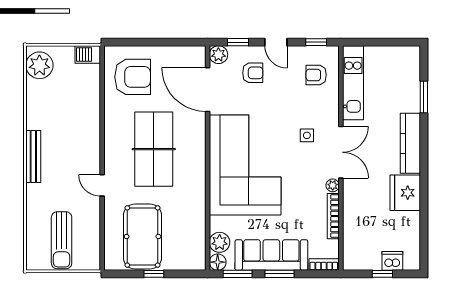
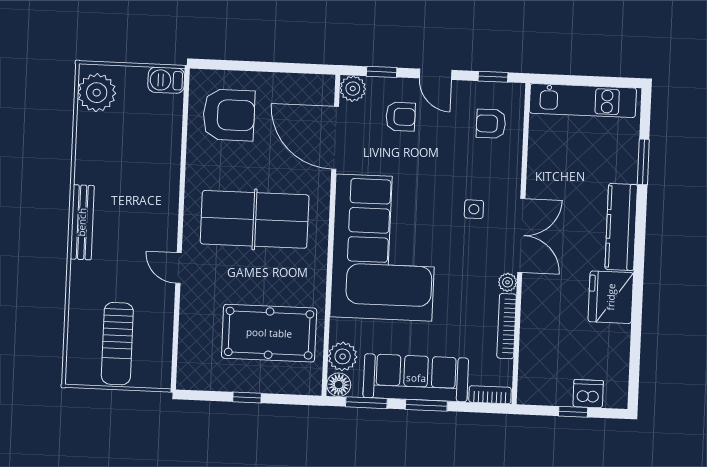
kitchen unit: (353, 83) -> (583, 101), moved, turned 90
table tennis table: (154, 149) -> (255, 219), turned 90
pool table: (142, 237) -> (269, 333), moved, turned 90

